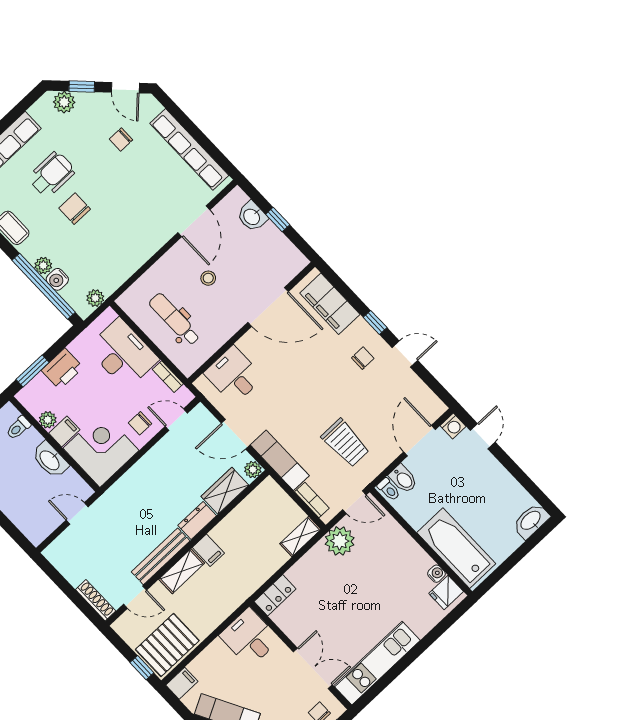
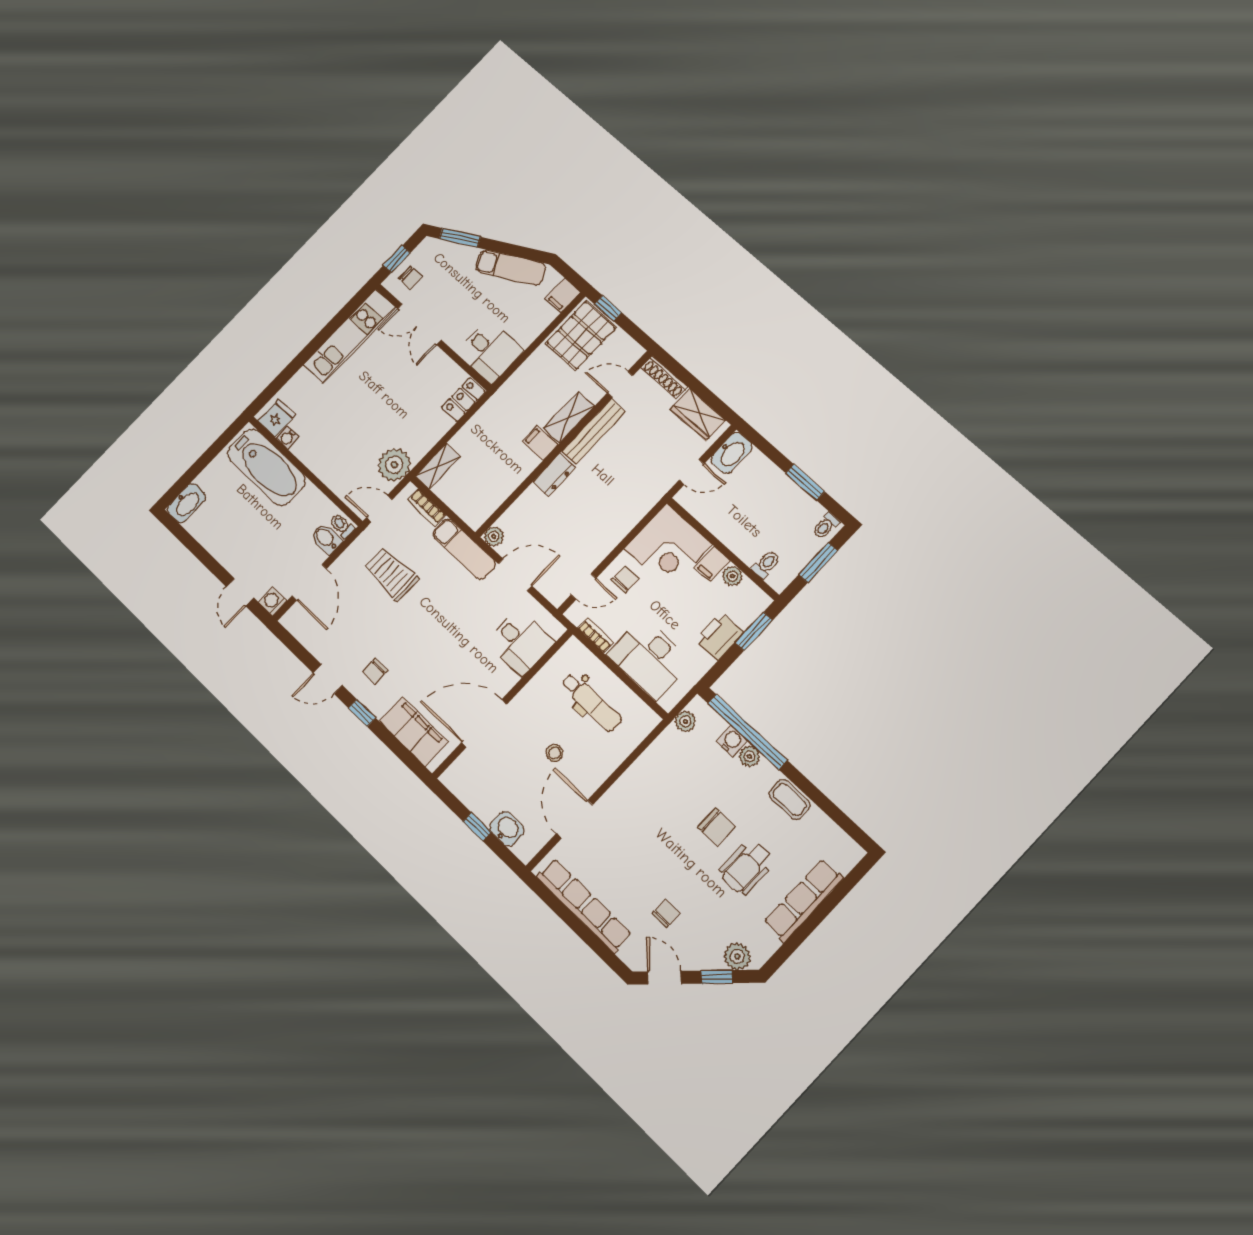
washbasin: (50, 460) -> (731, 453), moved, turned 90
wardrobe: (225, 491) -> (698, 414), moved, turned 90

